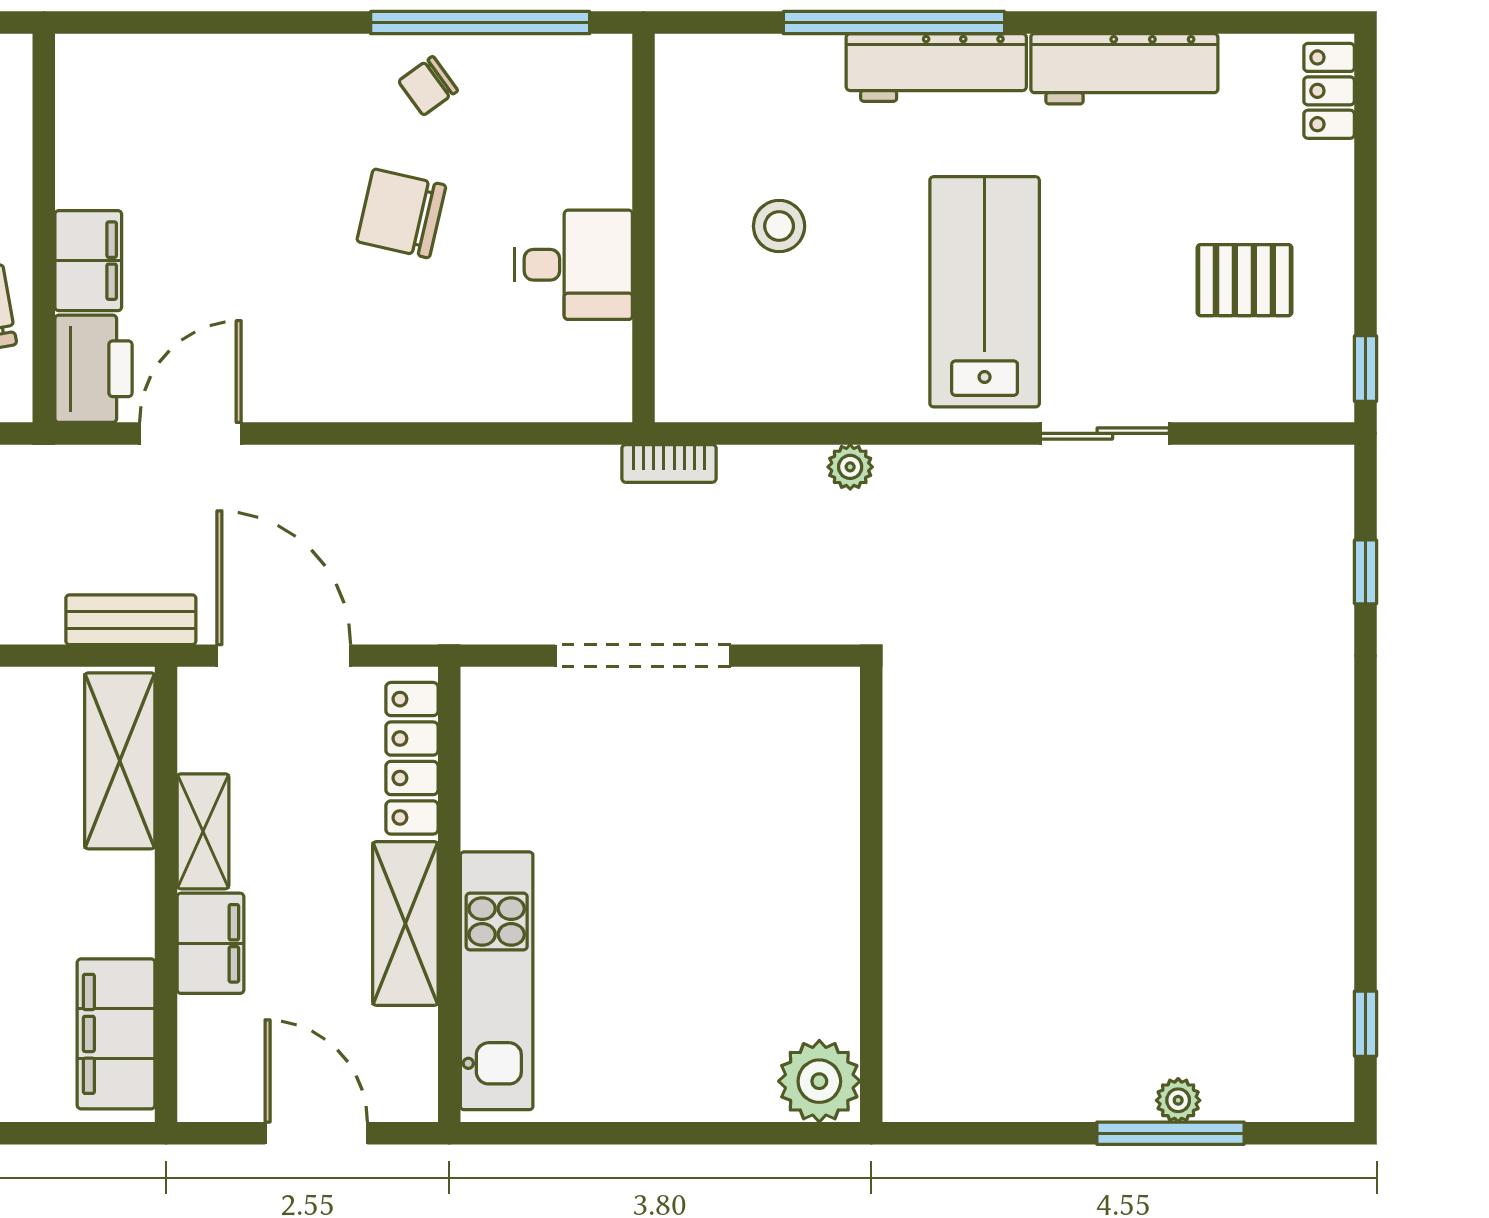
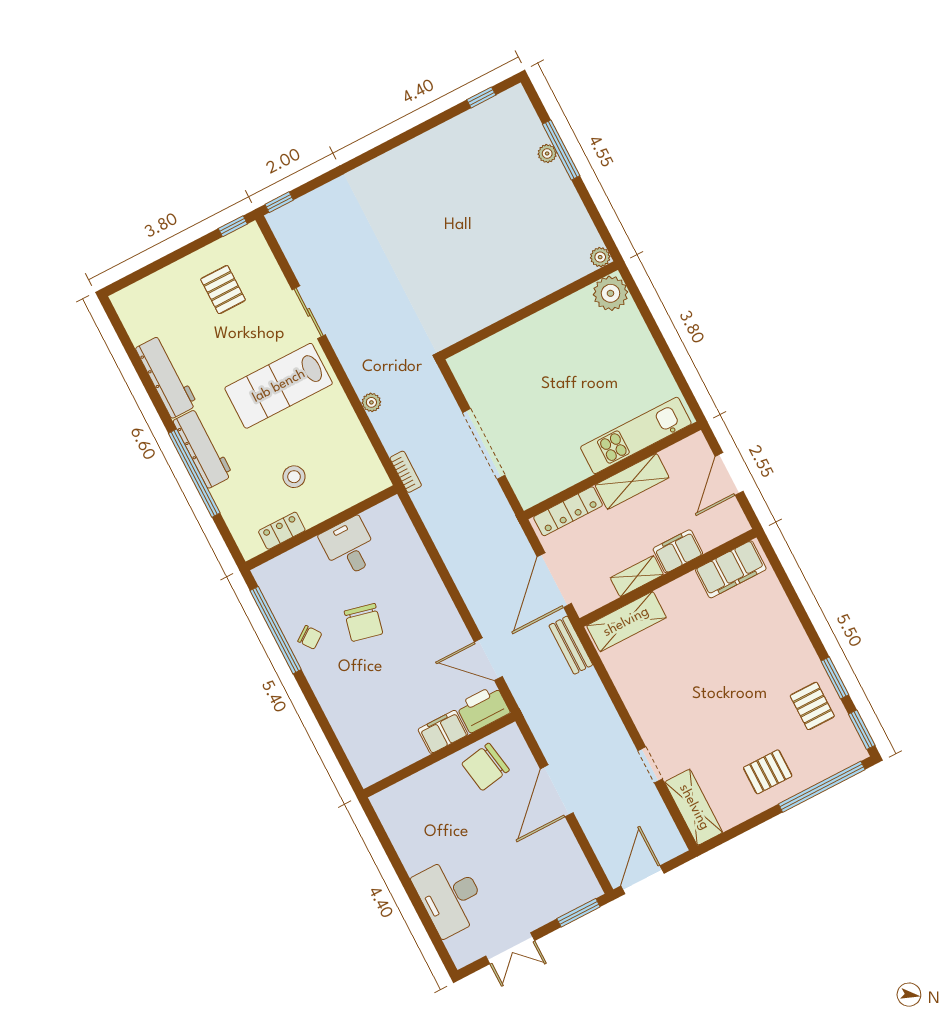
locker: (1329, 91) -> (282, 531), moved, turned 180
window: (1366, 572) -> (279, 202), moved
plant: (906, 1099) -> (600, 257), added

